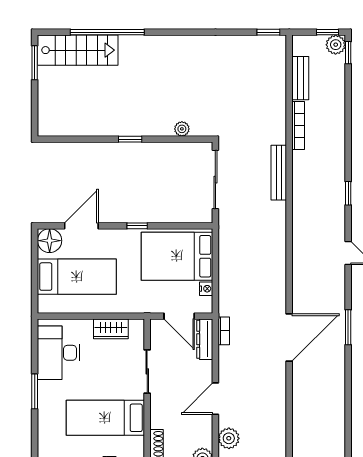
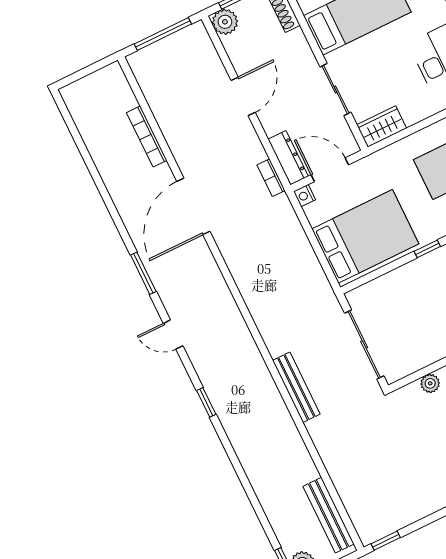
bench: (300, 78) -> (329, 515), width x1.36
bookcase: (298, 125) -> (147, 136), moved
nightstand: (206, 289) -> (305, 196), moved
window: (348, 327) -> (143, 273), moved
wardrobe: (111, 329) -> (382, 127), moved
plant: (229, 438) -> (206, 59), removed

